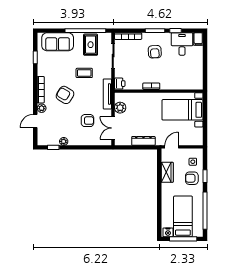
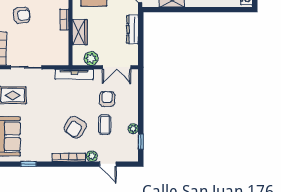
coffee table: (84, 73) -> (105, 125), moved
printer: (120, 84) -> (61, 59), removed
wardrobe: (141, 98) -> (80, 32), added

